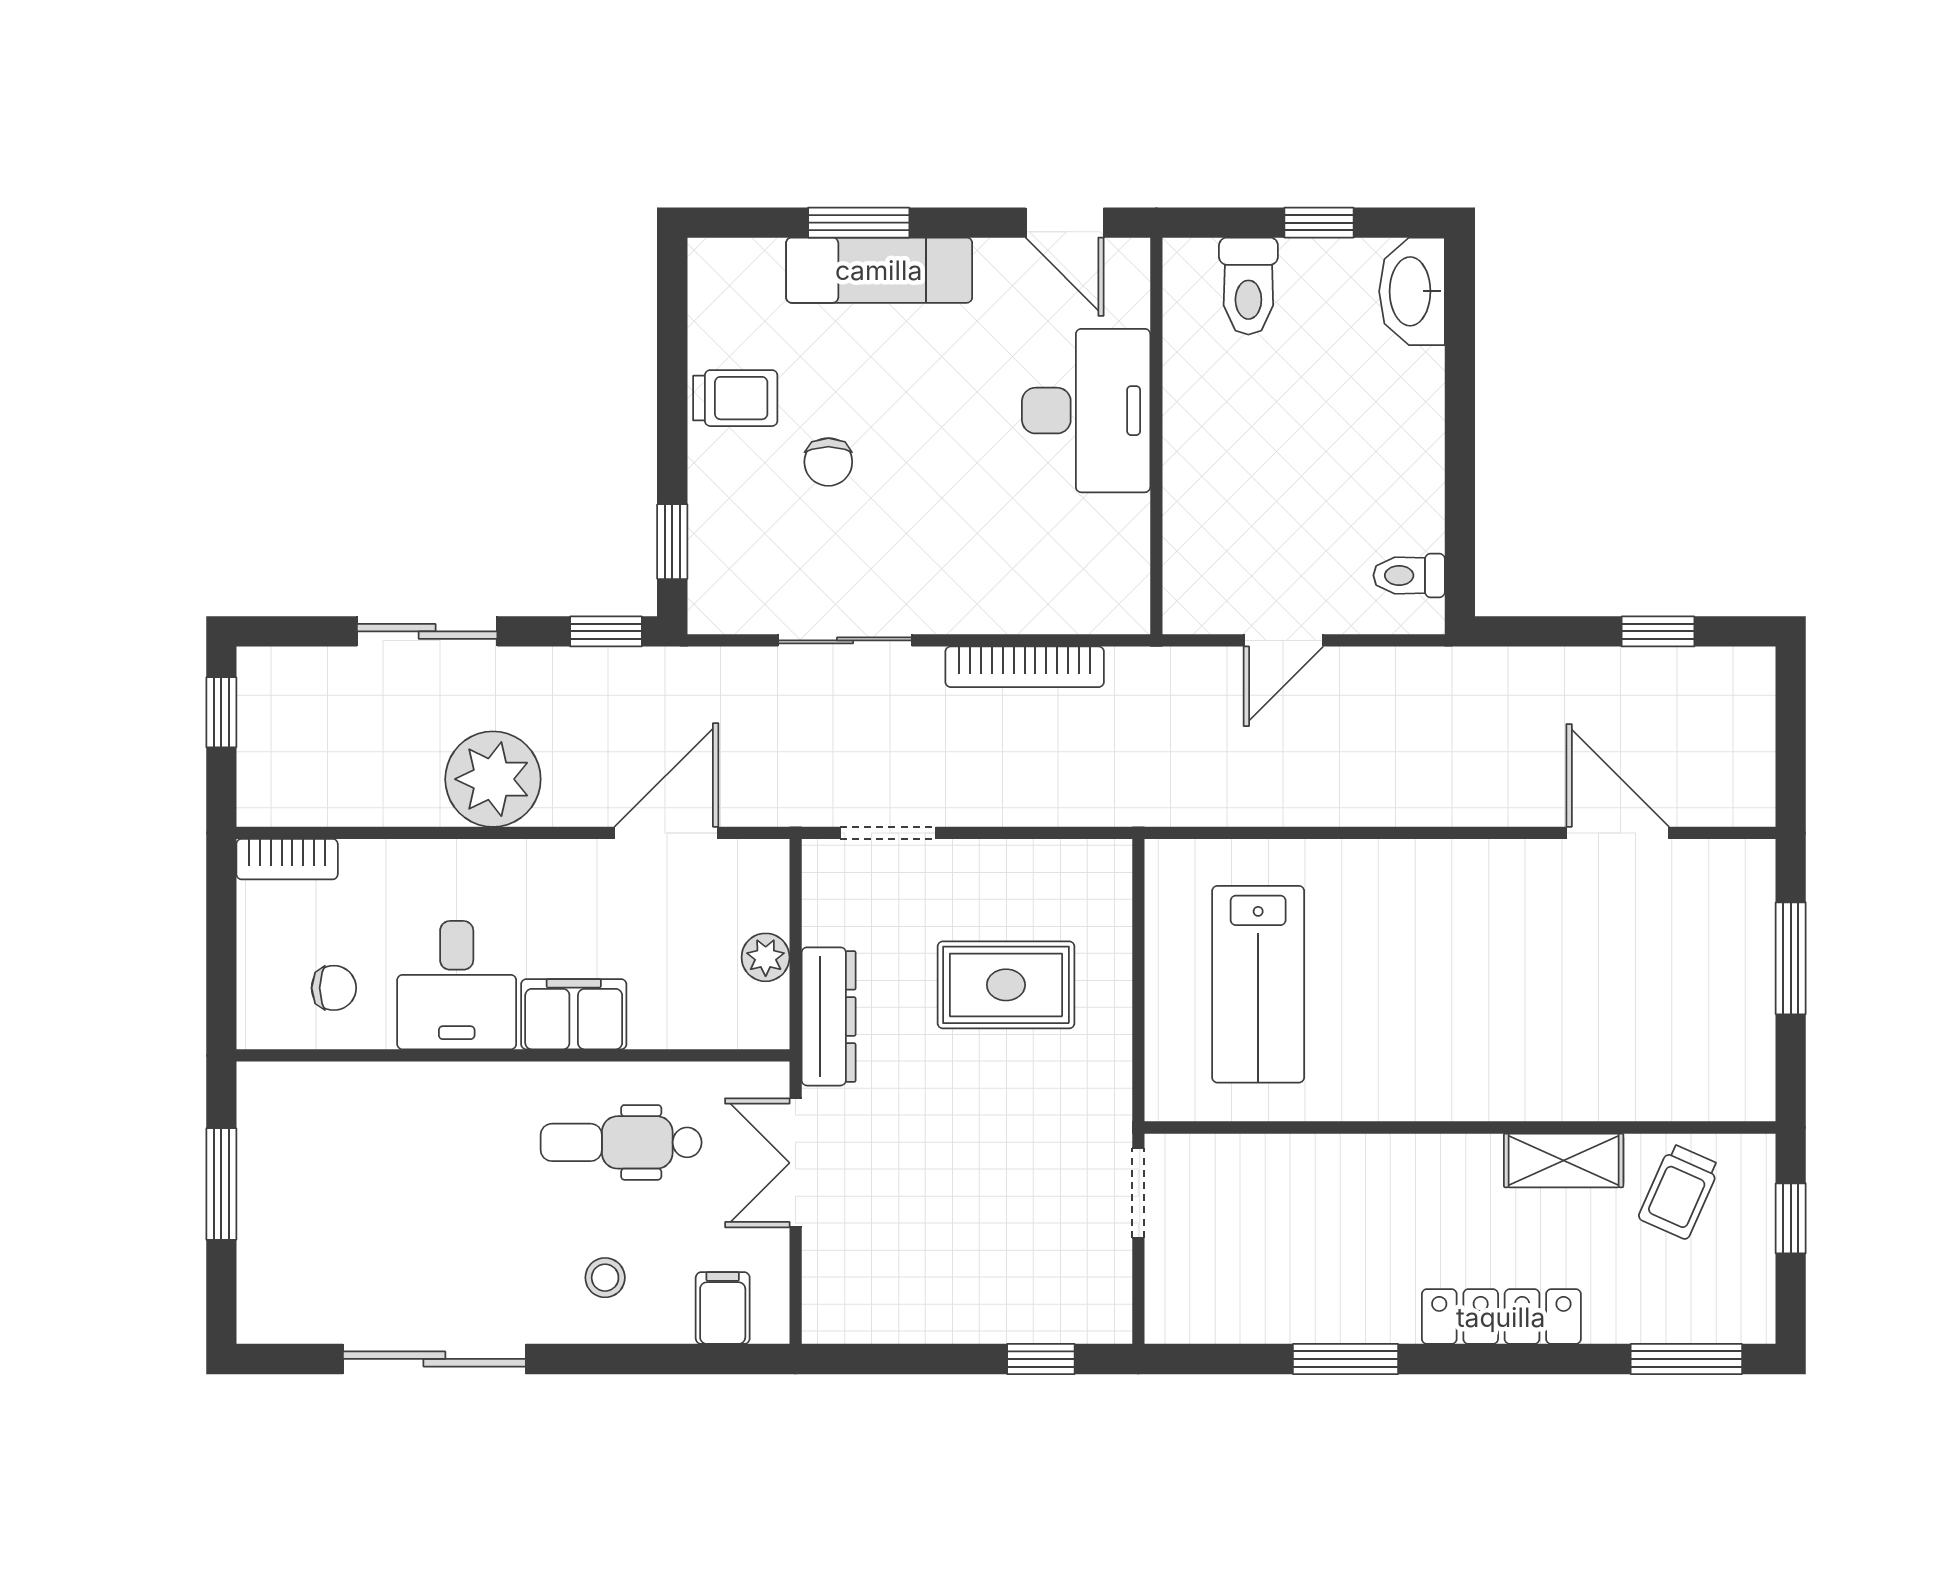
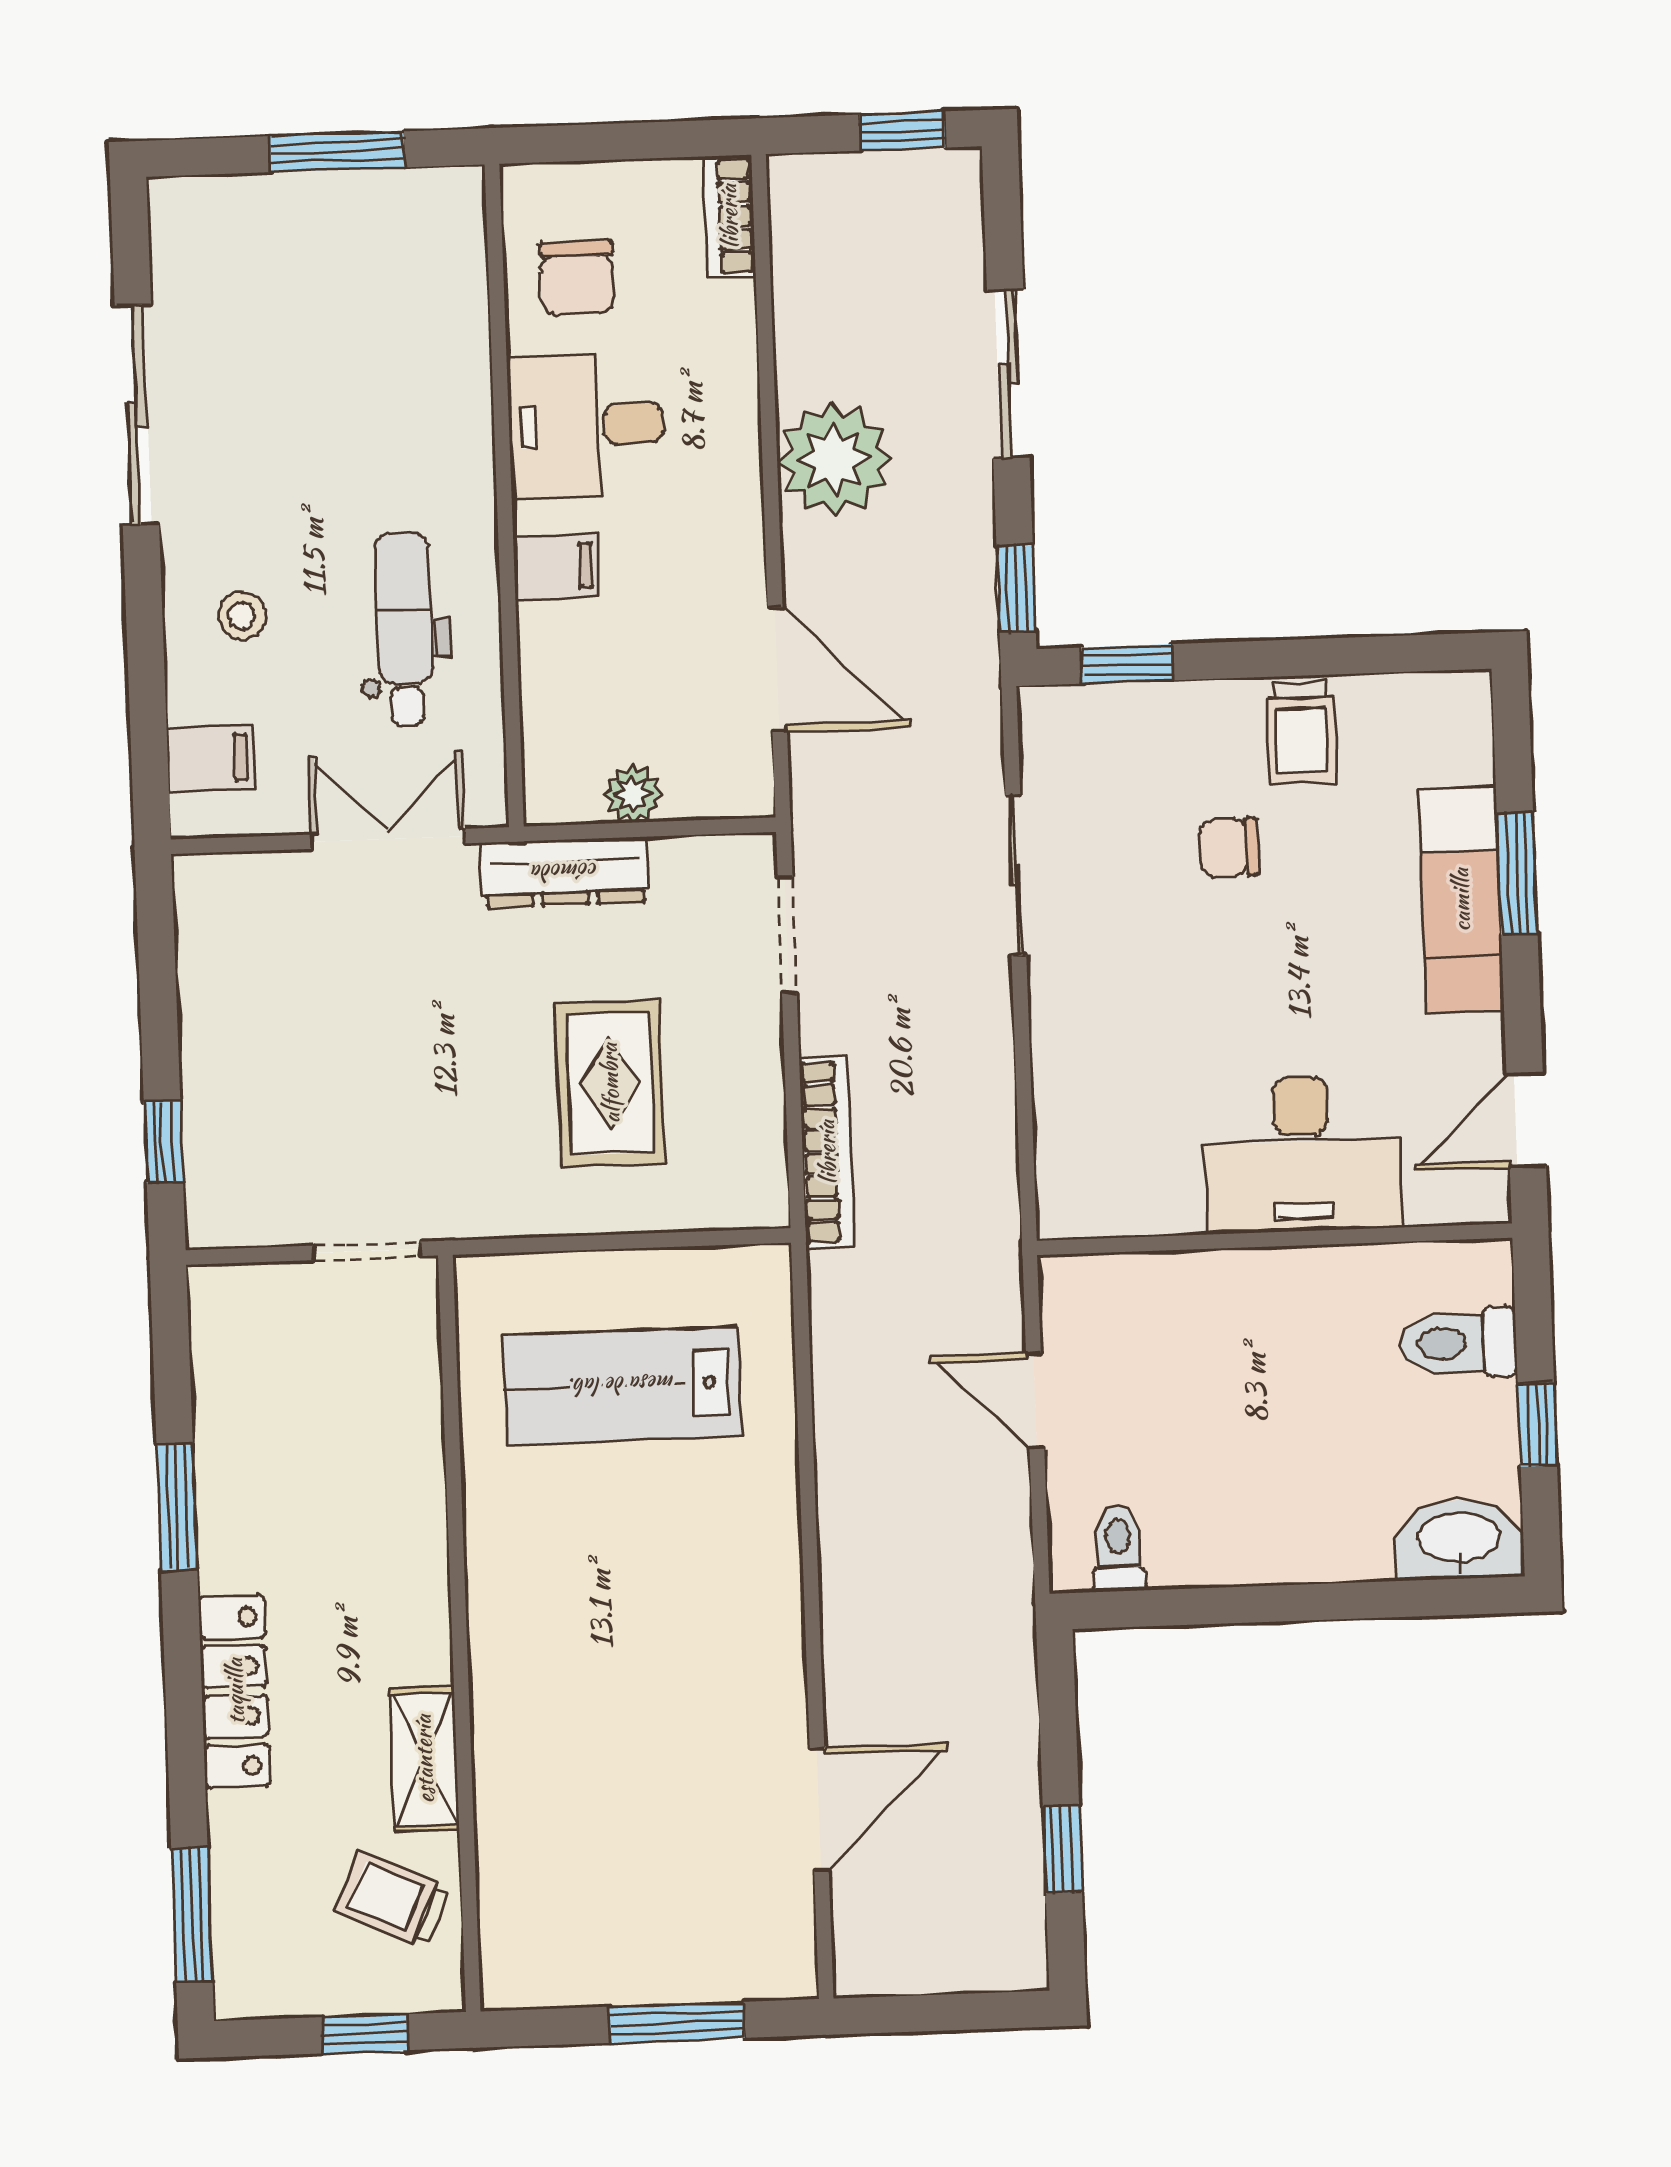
bookcase: (1025, 667) -> (827, 1152), moved, turned 180
chair: (334, 988) -> (577, 278), width x1.37, depth x1.37
filing cabinet: (574, 1014) -> (556, 567), width x0.50

